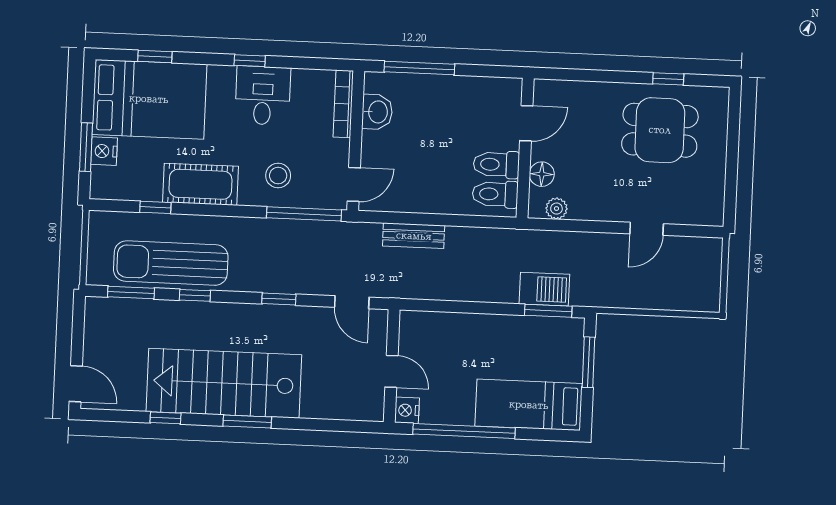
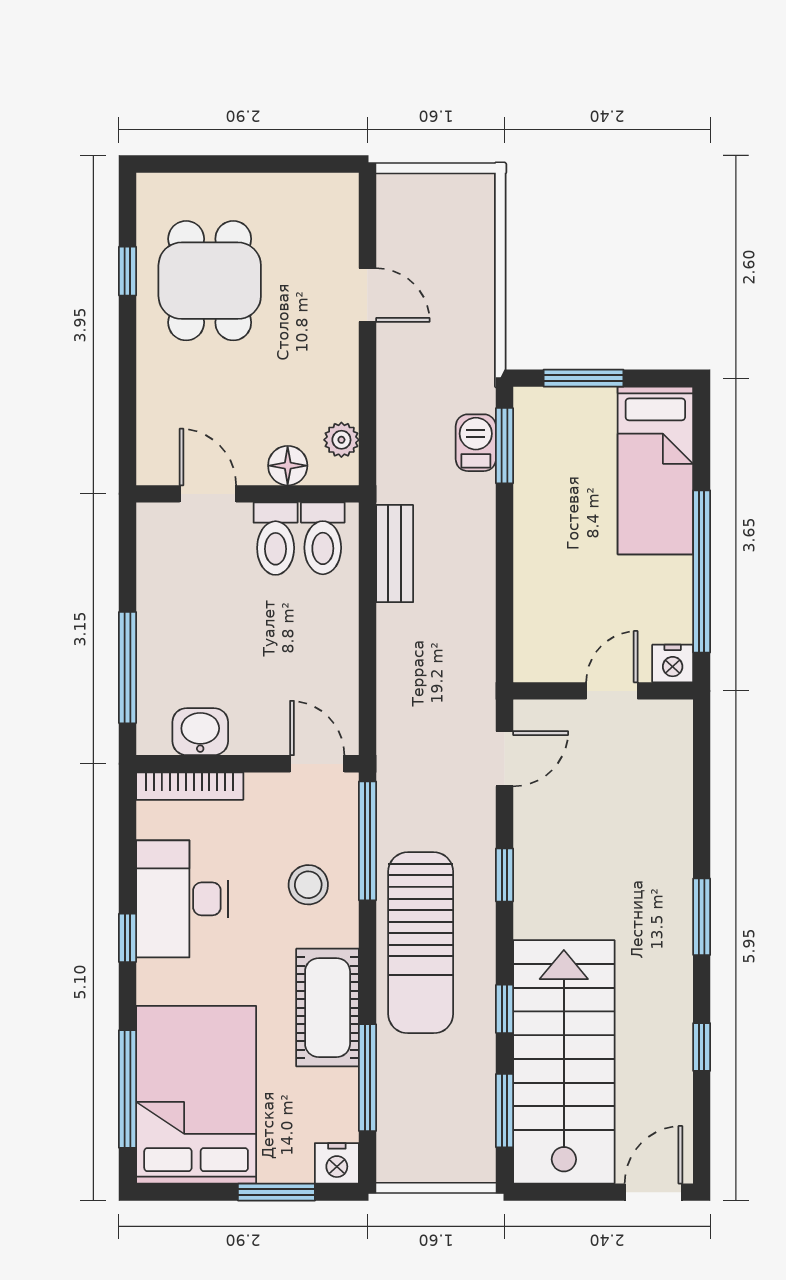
window: (155, 57) -> (128, 1089), width x2.17
desk: (263, 96) -> (182, 899), width x1.37
nightstand: (104, 151) -> (337, 1163), moved
window: (155, 207) -> (367, 1078), width x2.17
bench: (414, 236) -> (395, 554), moved
sun lounger: (171, 263) -> (421, 943), moved
barbecue: (544, 289) -> (476, 443), width x0.73, depth x0.79
stairs: (224, 383) -> (564, 1062), moved, turned 180

